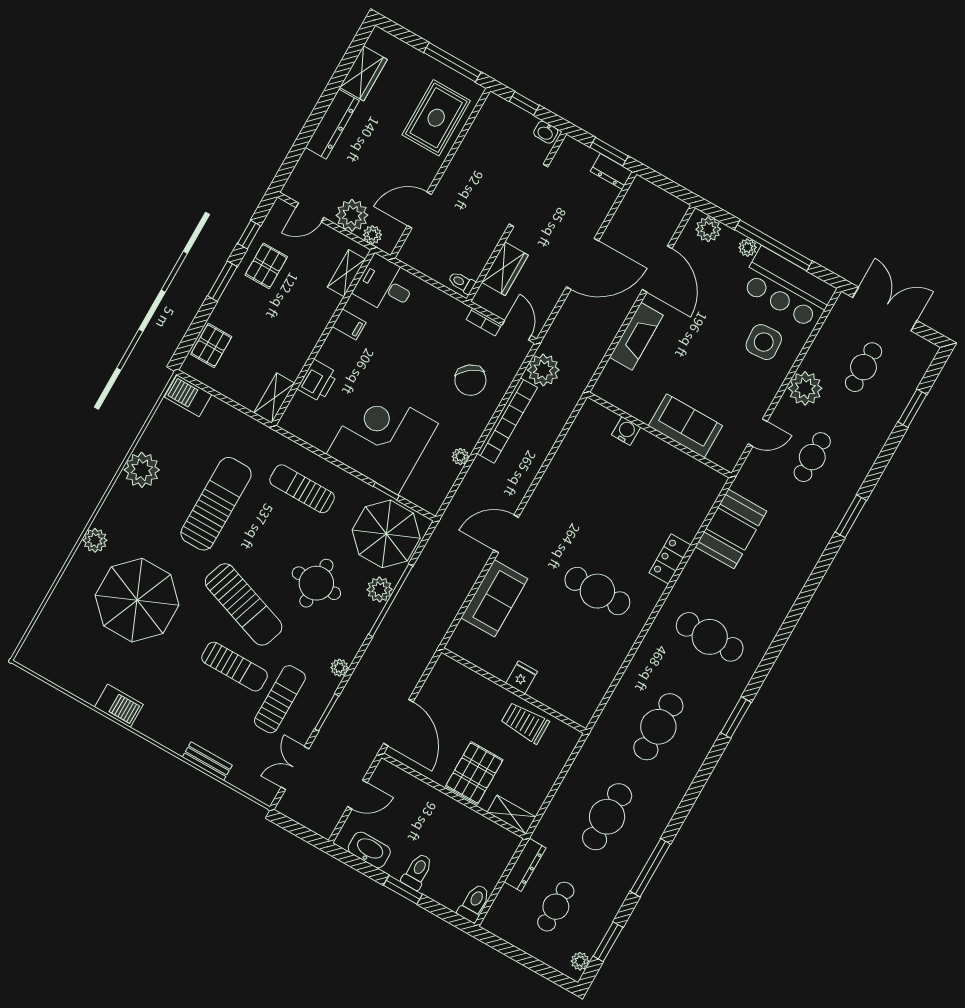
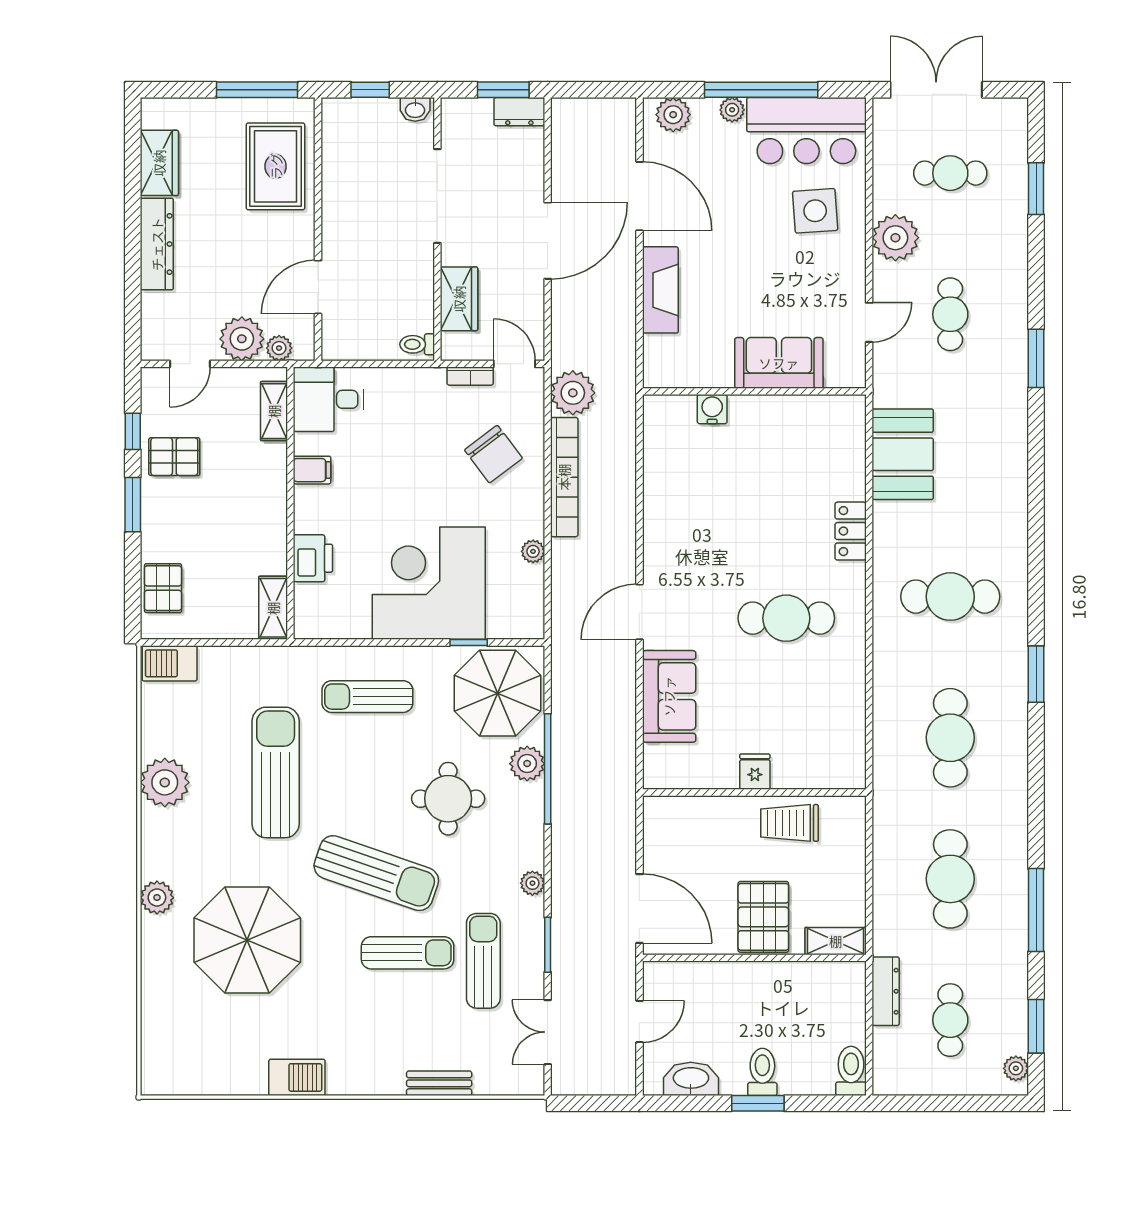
pallet: (266, 266) -> (174, 457), turned 90
cafe table: (864, 367) -> (950, 173), turned 90

